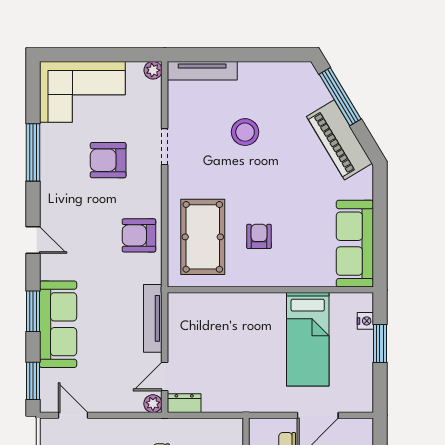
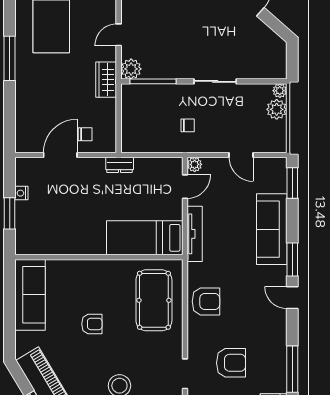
armchair: (259, 236) -> (92, 324), moved, turned -90
window: (33, 311) -> (292, 259), moved
nightstand: (365, 321) -> (21, 193), moved
bed: (308, 339) -> (145, 238), moved, turned -90
dresser: (184, 403) -> (120, 165), moved
door: (73, 415) -> (241, 155), moved

